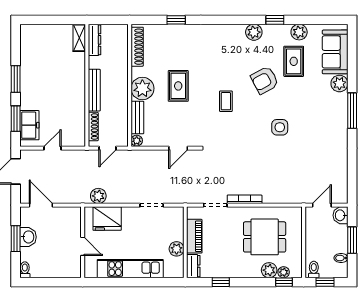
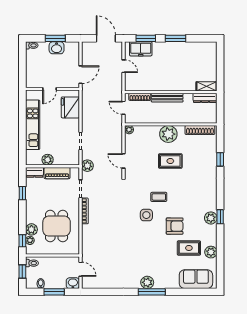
window: (275, 20) -> (220, 217), moved
armchair: (265, 80) -> (175, 226), turned 118
plant: (339, 83) -> (147, 282), moved
bench: (137, 117) -> (147, 130), removed
side table: (280, 127) -> (146, 215), moved
plant: (98, 196) -> (87, 166), moved
door: (41, 205) -> (80, 75), moved

